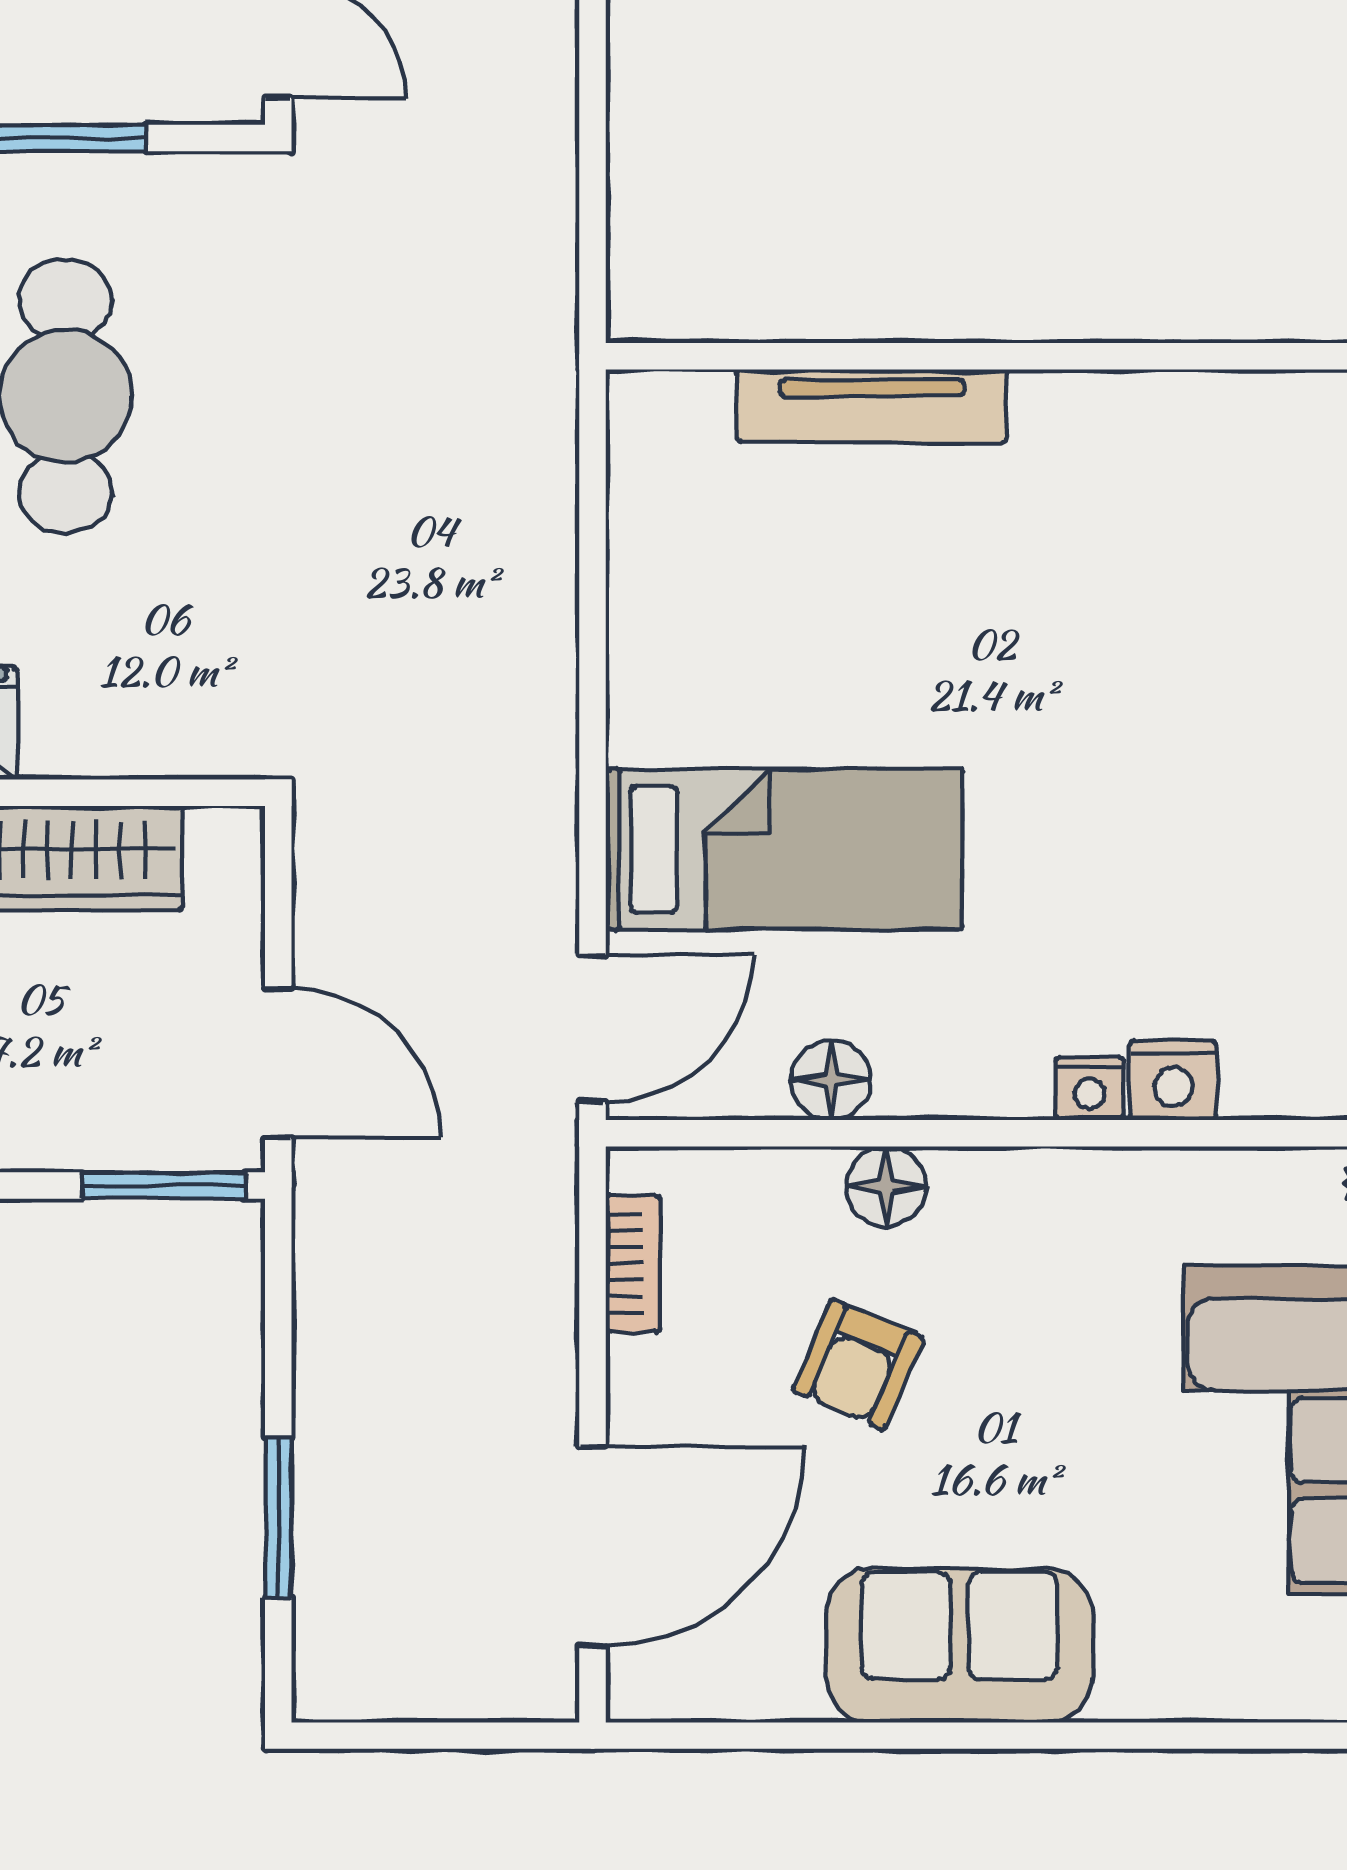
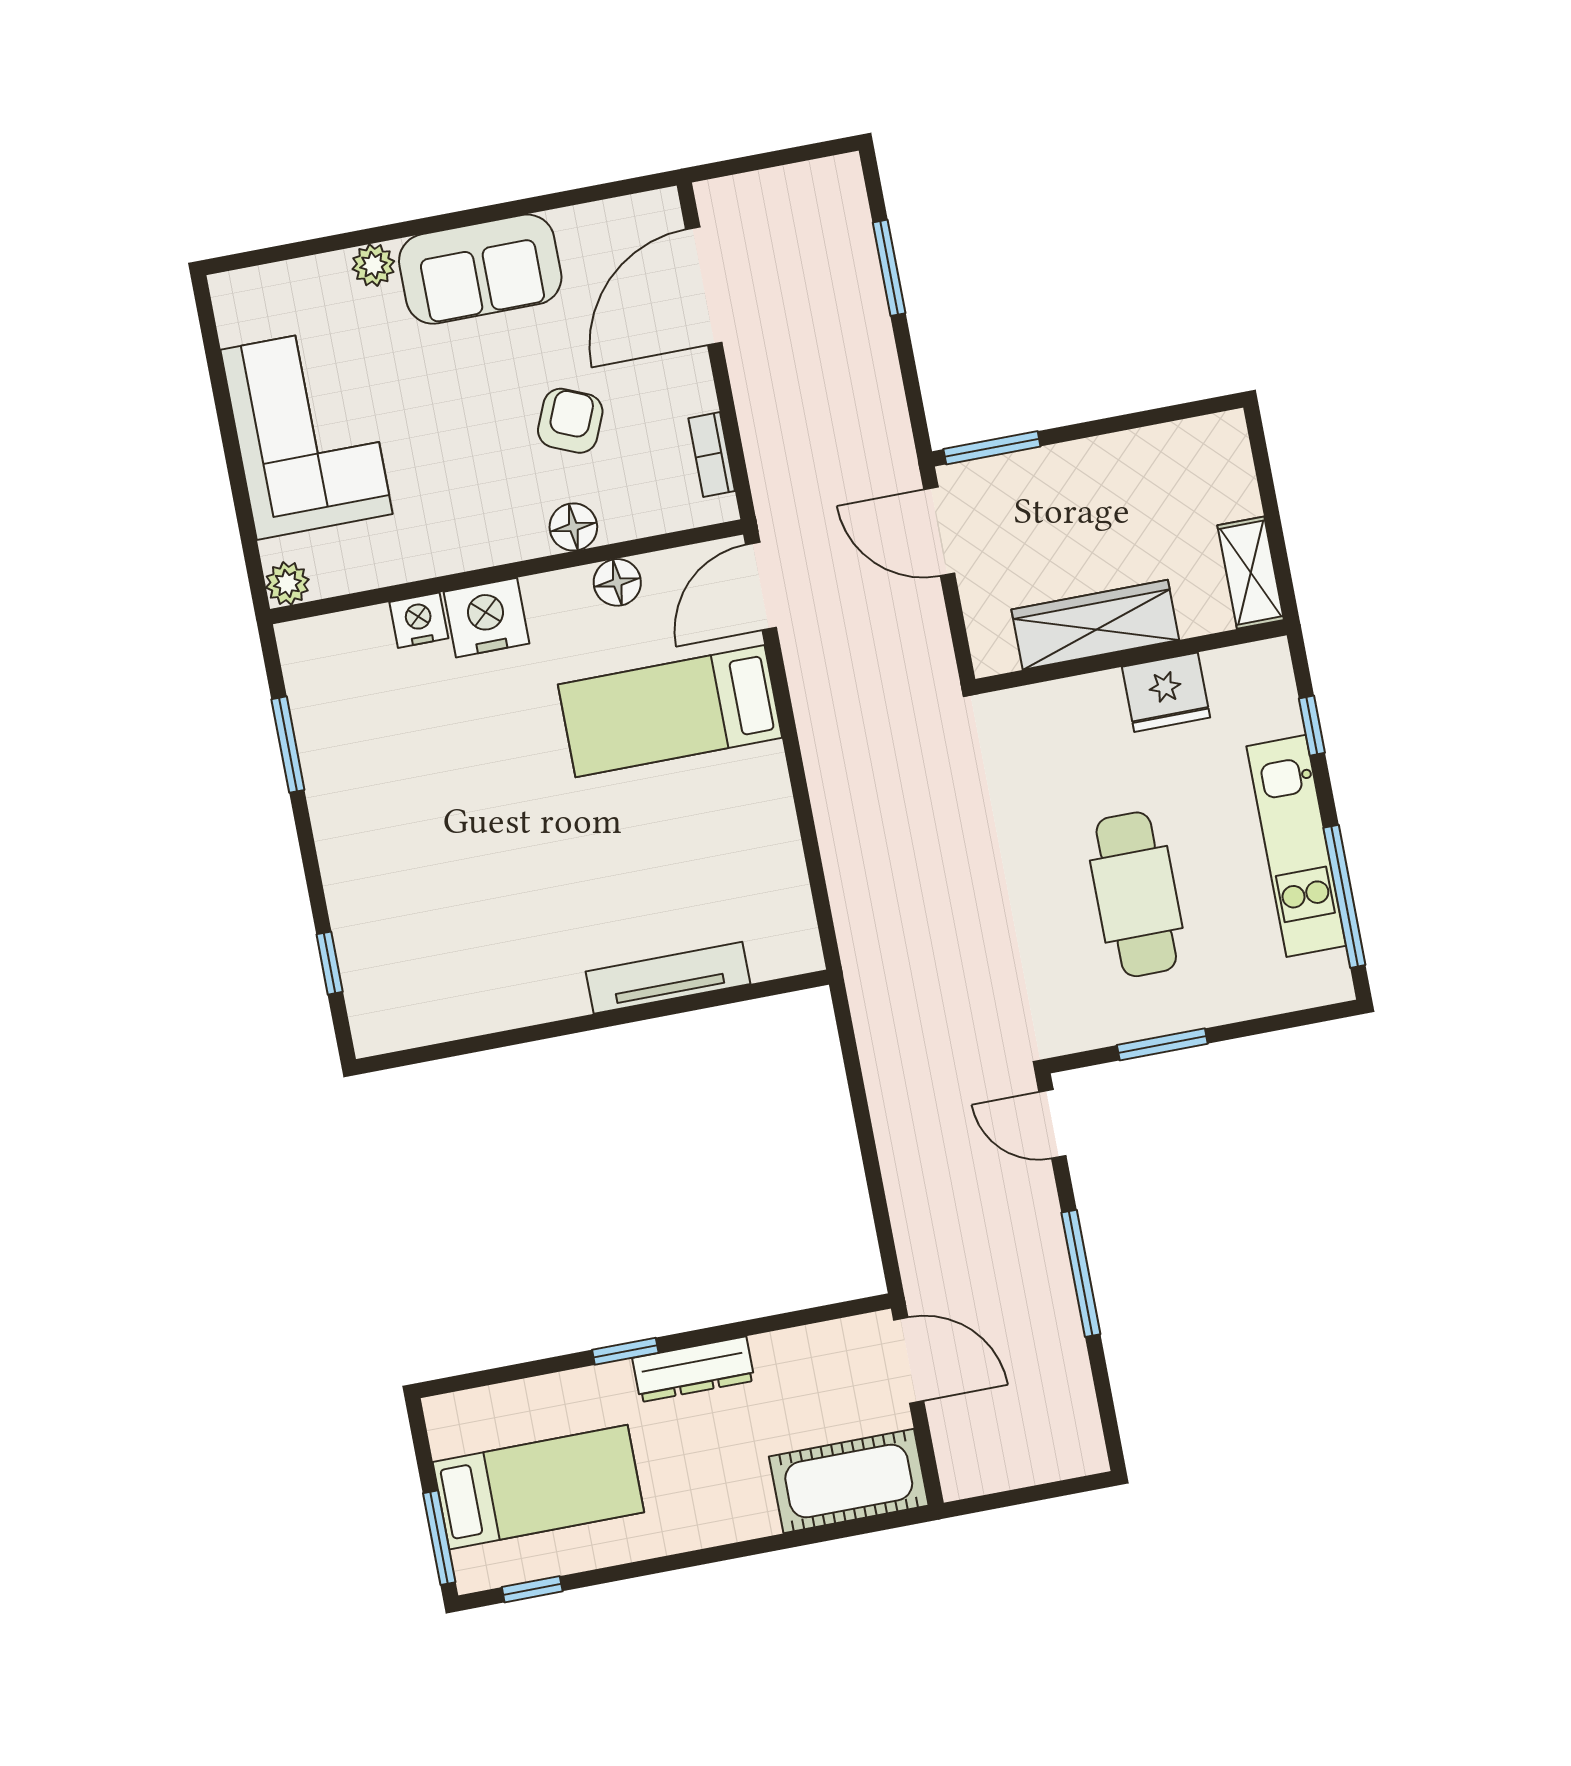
nightstand: (1089, 1088) -> (487, 618), width x1.89, depth x1.79
plant: (1136, 1686) -> (373, 265), added

